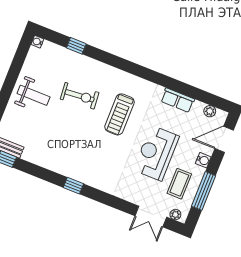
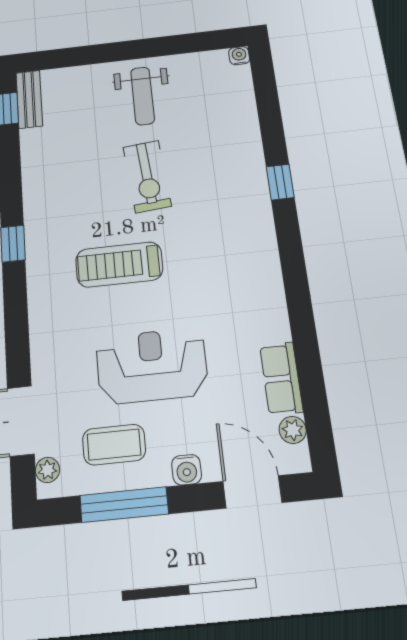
window: (76, 46) -> (280, 182), moved
exercise bike: (80, 96) -> (147, 176), moved
row of seats: (178, 100) -> (281, 378), moved
treadmill: (119, 114) -> (119, 265), moved

